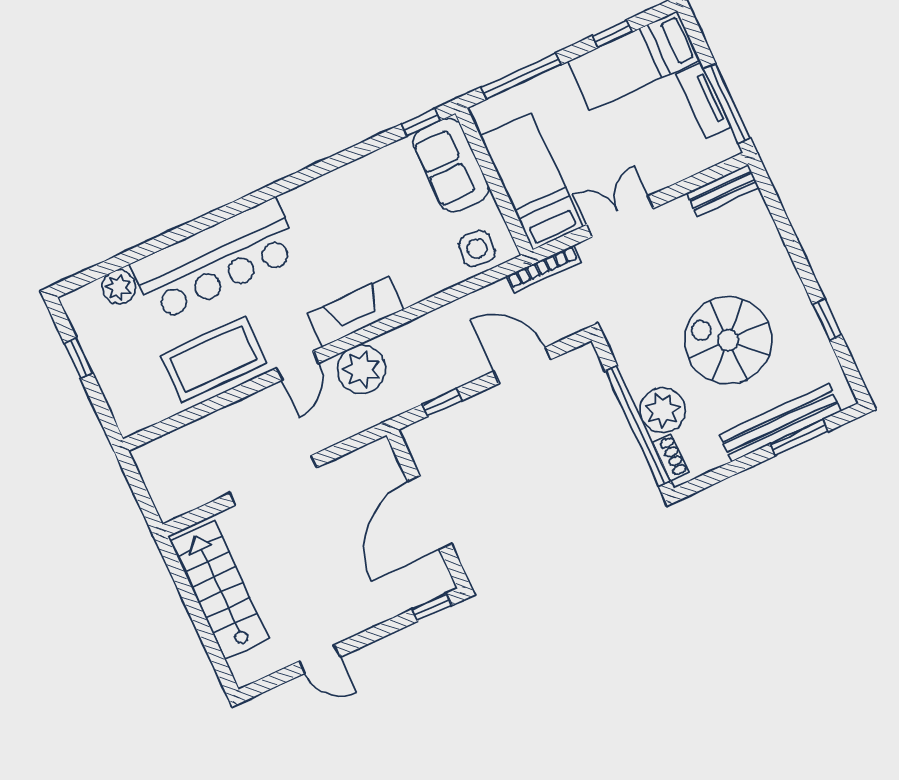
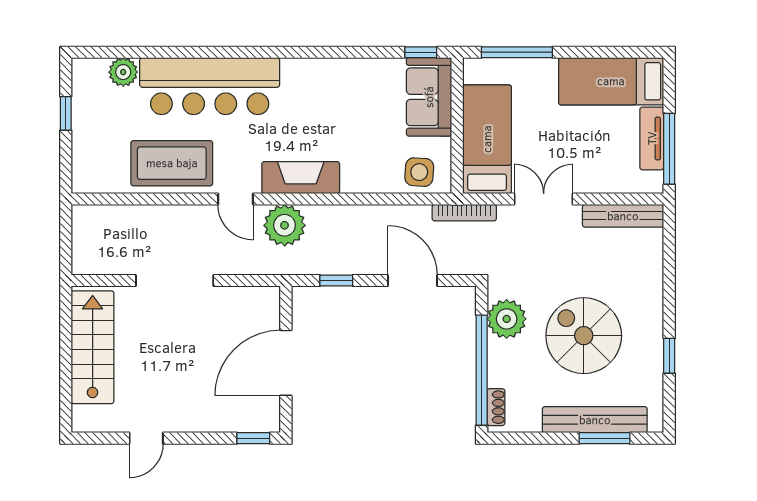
window: (612, 34) -> (604, 52), removed
bench: (723, 191) -> (623, 216), width x1.36
door: (298, 366) -> (235, 199), hinge flipped
plant: (663, 410) -> (507, 319), moved
door: (320, 659) -> (146, 438), hinge flipped

